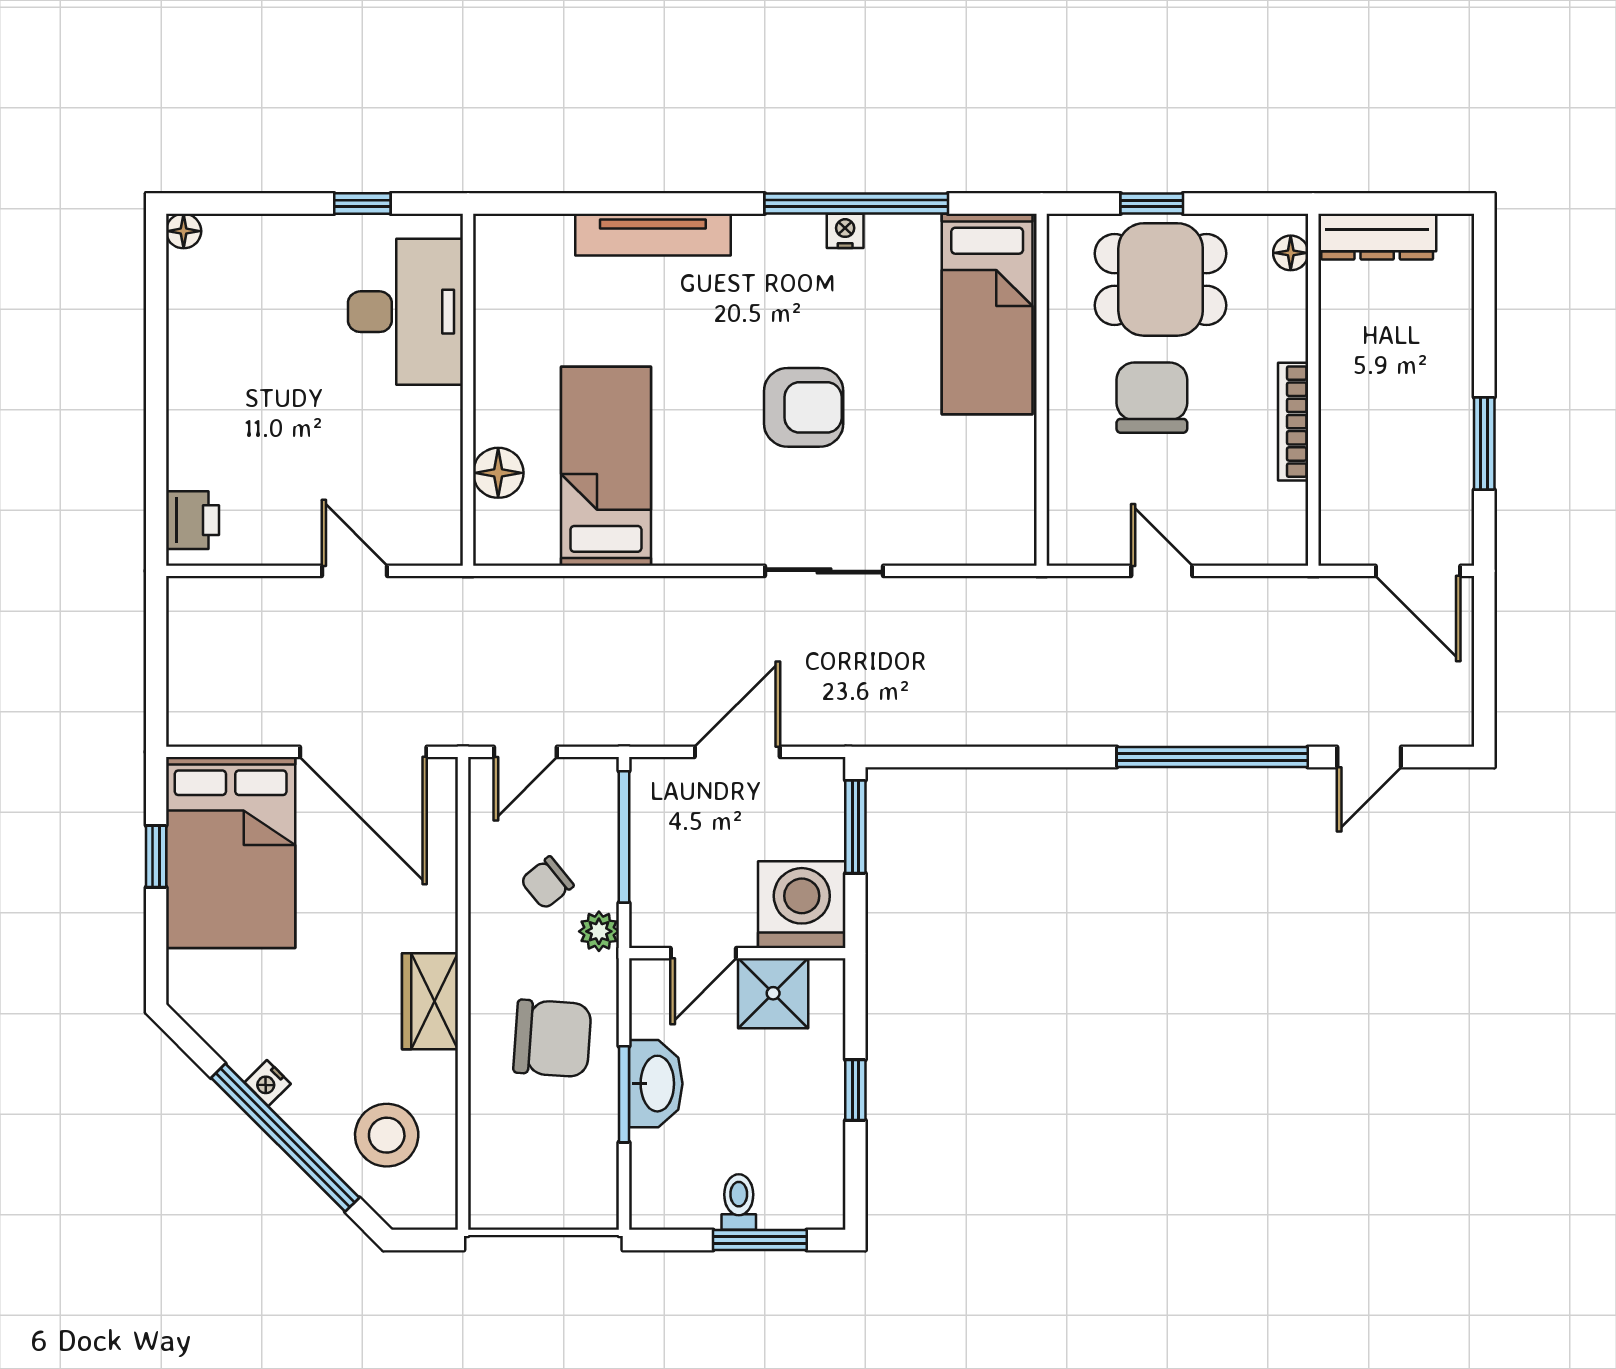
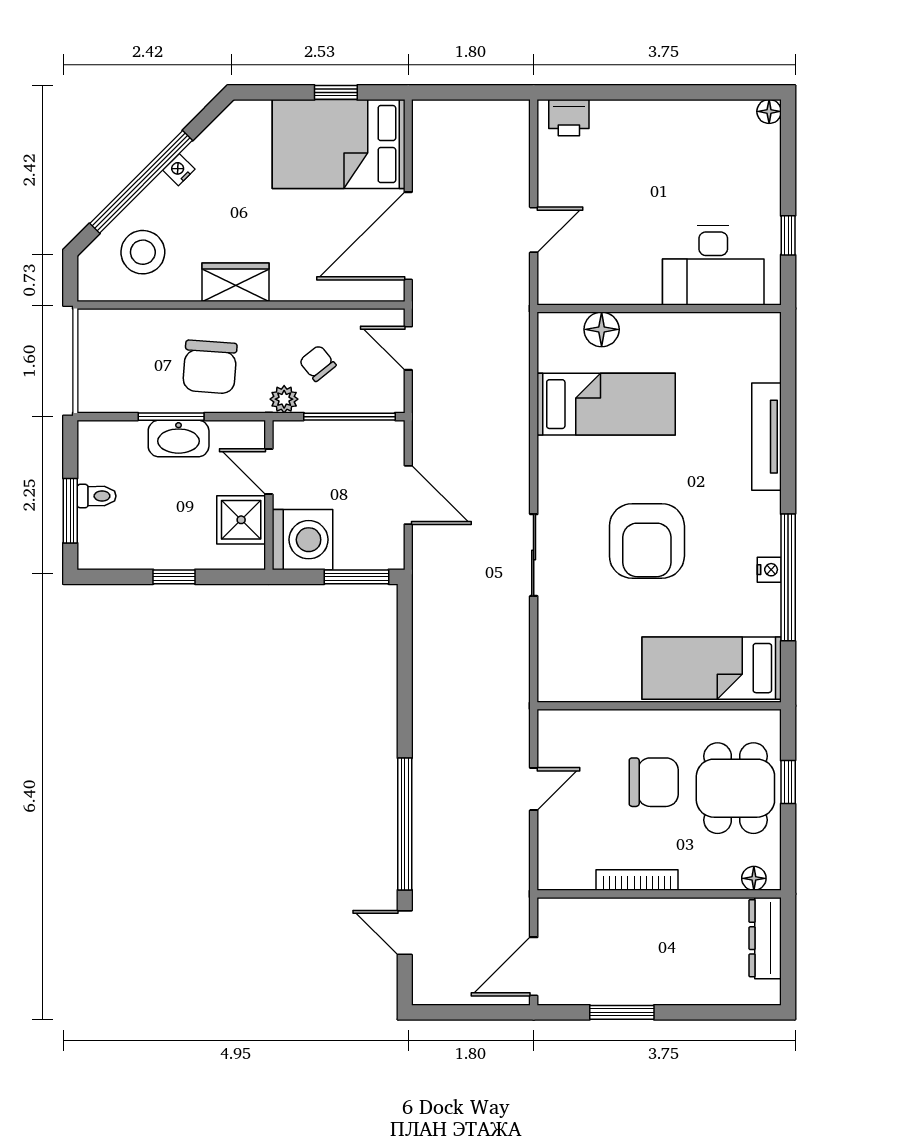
armchair: (804, 407) -> (647, 541), width x1.36, depth x1.36

